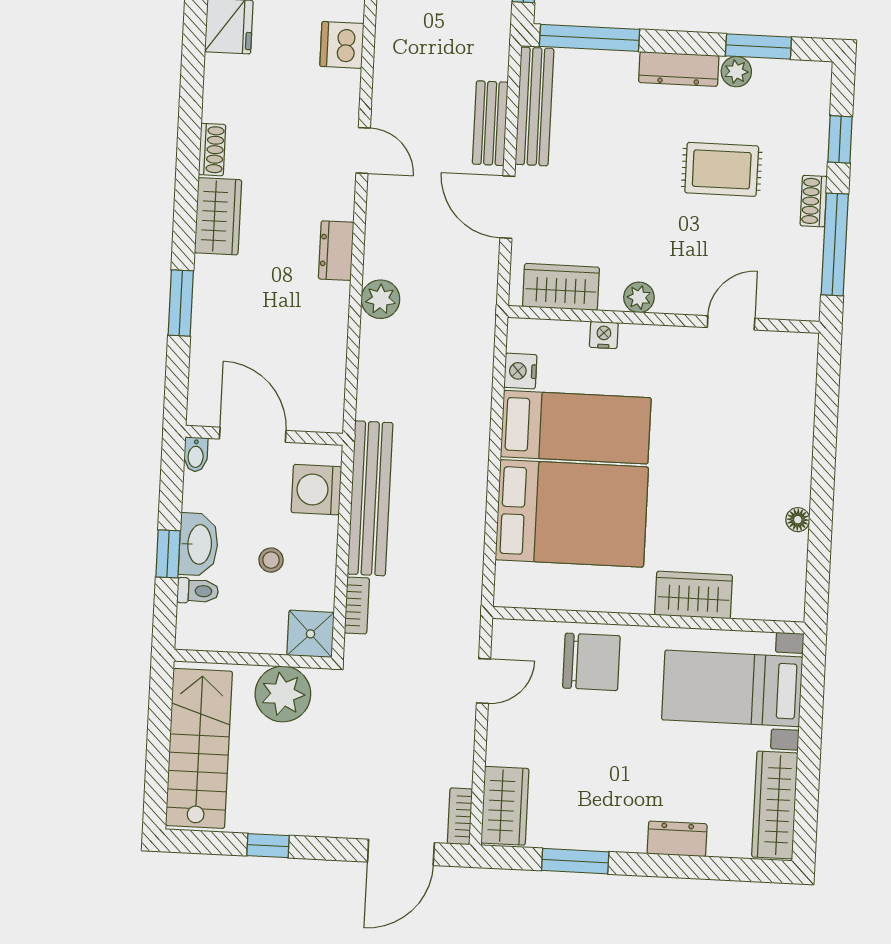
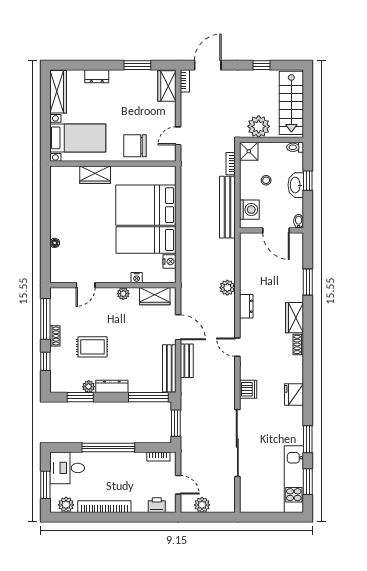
floor lamp: (798, 520) -> (55, 243), moved
toilet: (198, 591) -> (295, 147), moved

